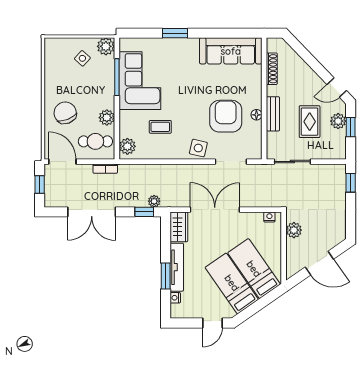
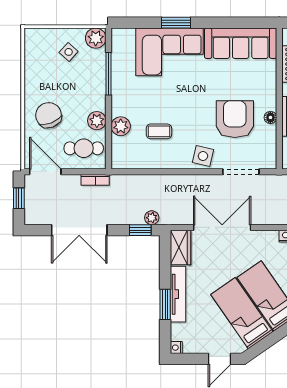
corner sofa: (140, 81) -> (169, 52), moved, turned 90
plant: (127, 146) -> (121, 126), moved
nightstand: (175, 298) -> (176, 348), moved

